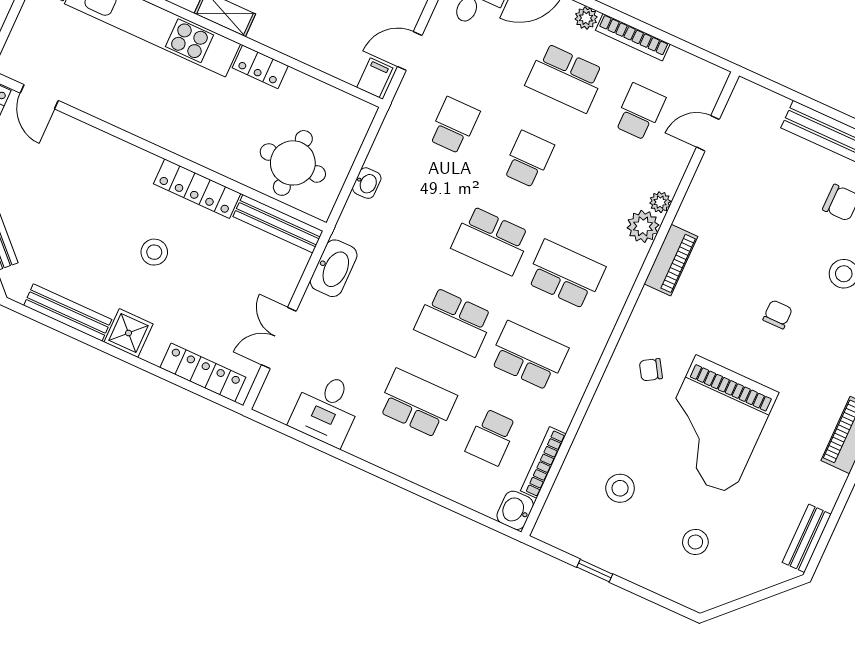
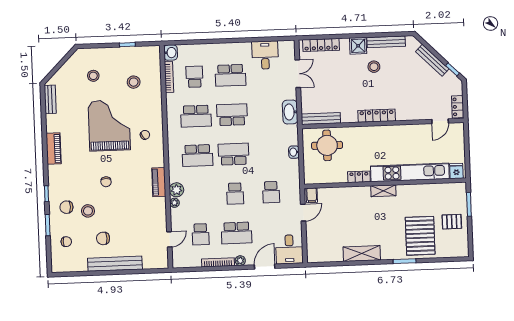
school desk: (565, 78) -> (237, 233), turned 180
door: (39, 97) -> (440, 121), swing flipped
locker: (197, 189) -> (377, 116), moved
stool: (154, 252) -> (374, 67), moved

